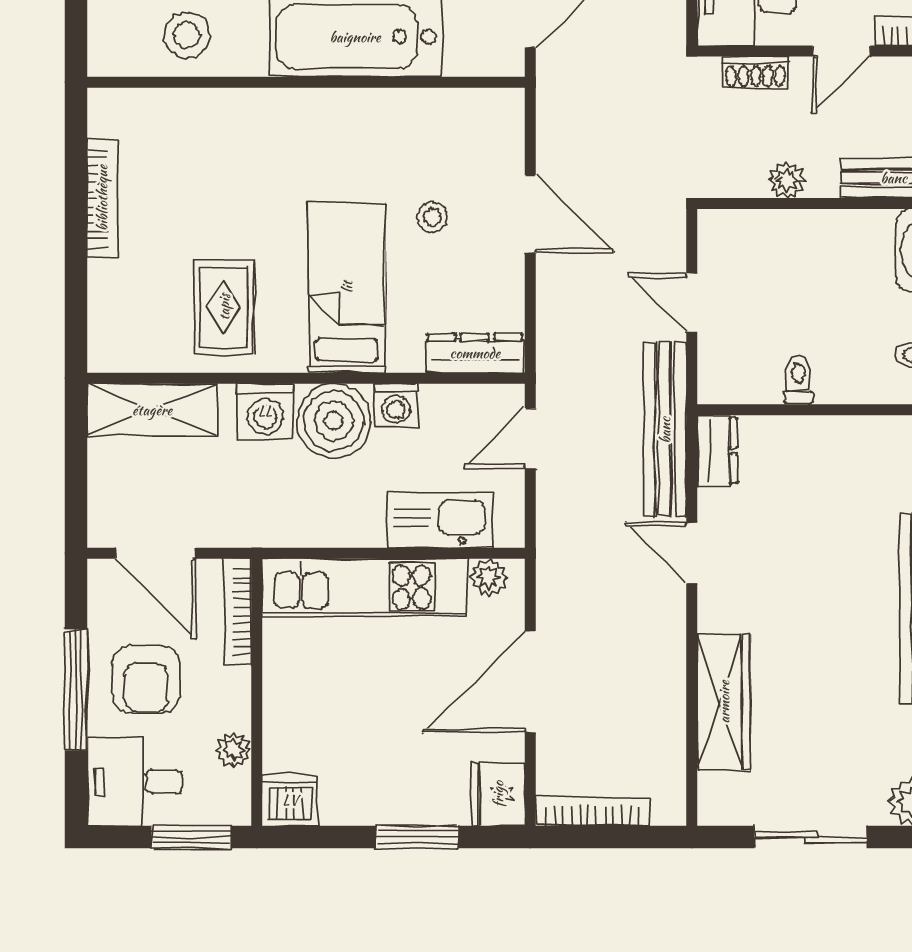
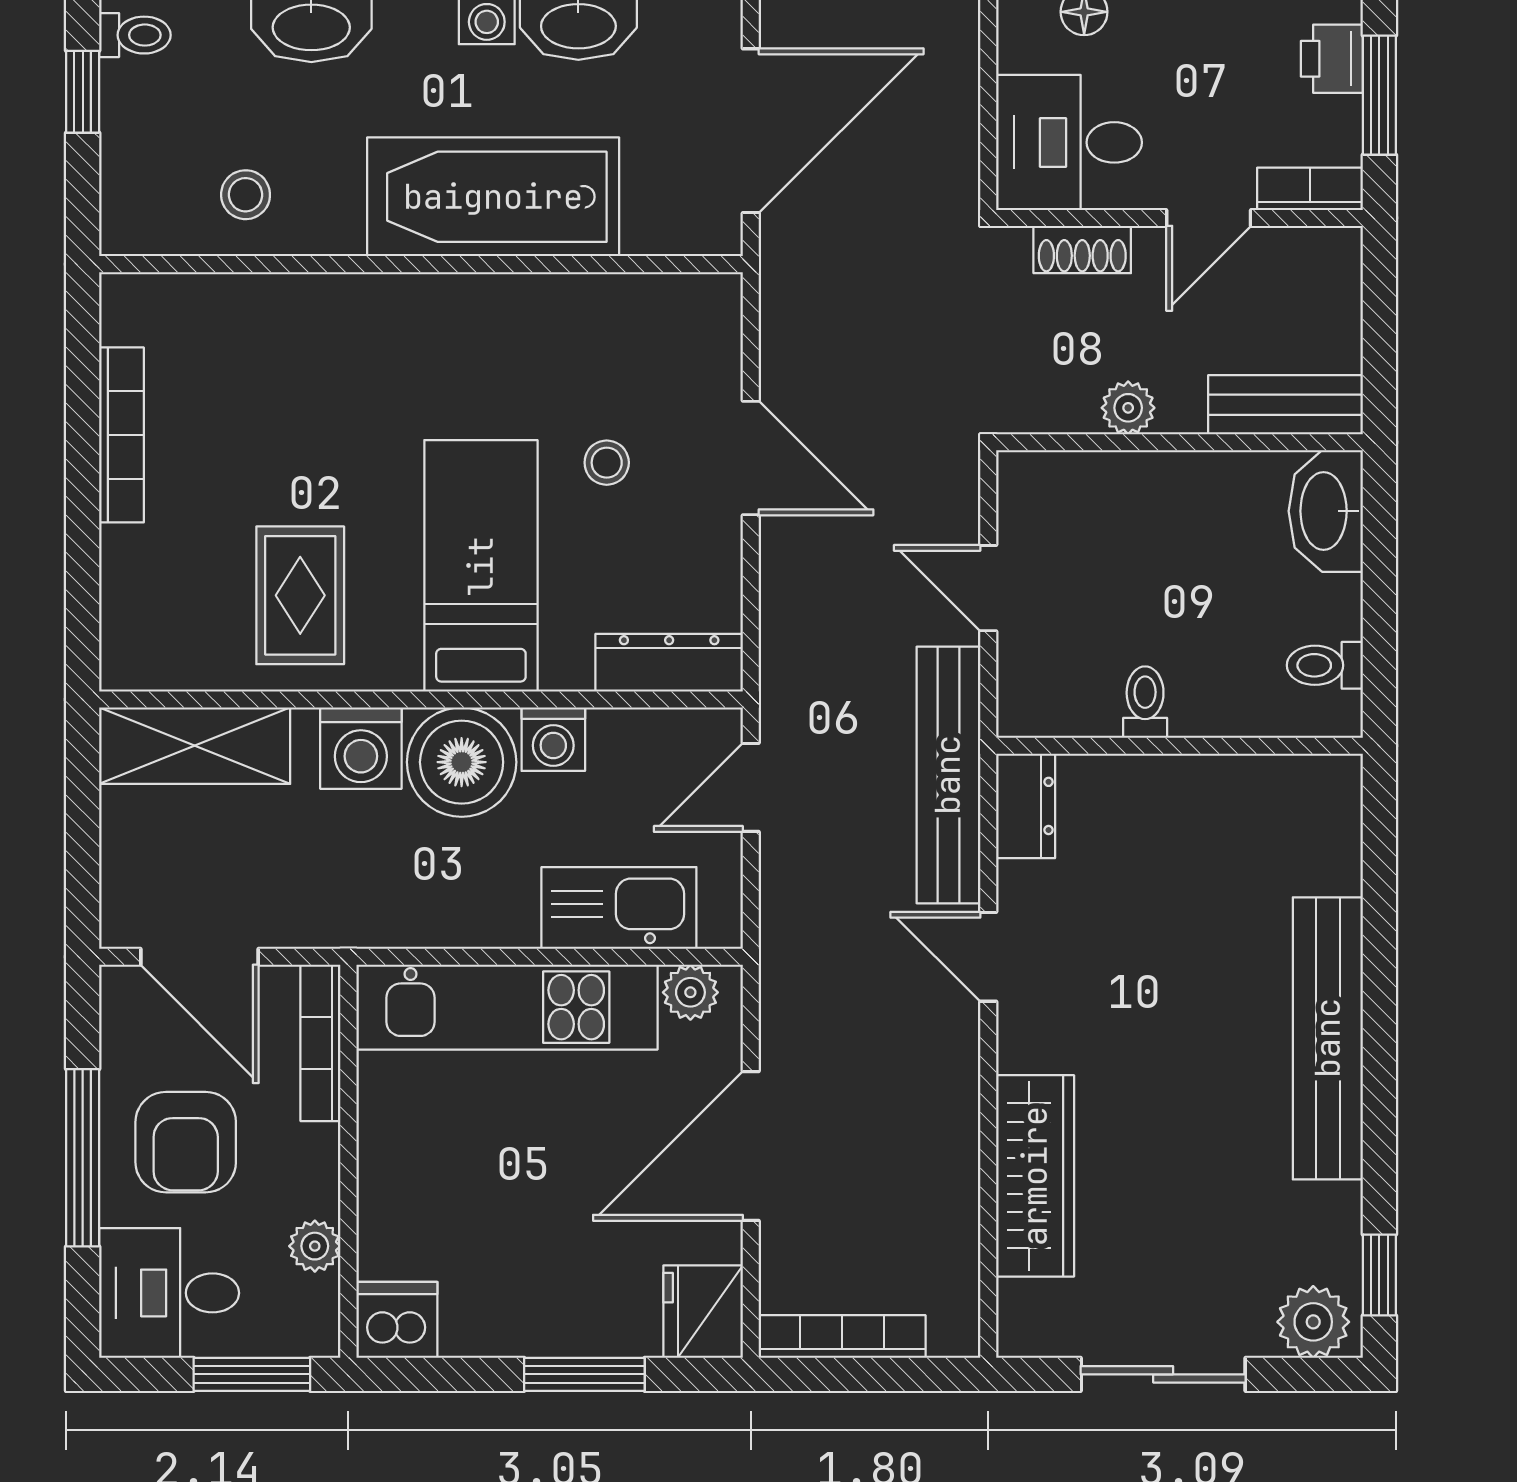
stool: (187, 35) -> (246, 195), width x0.73, depth x0.73

